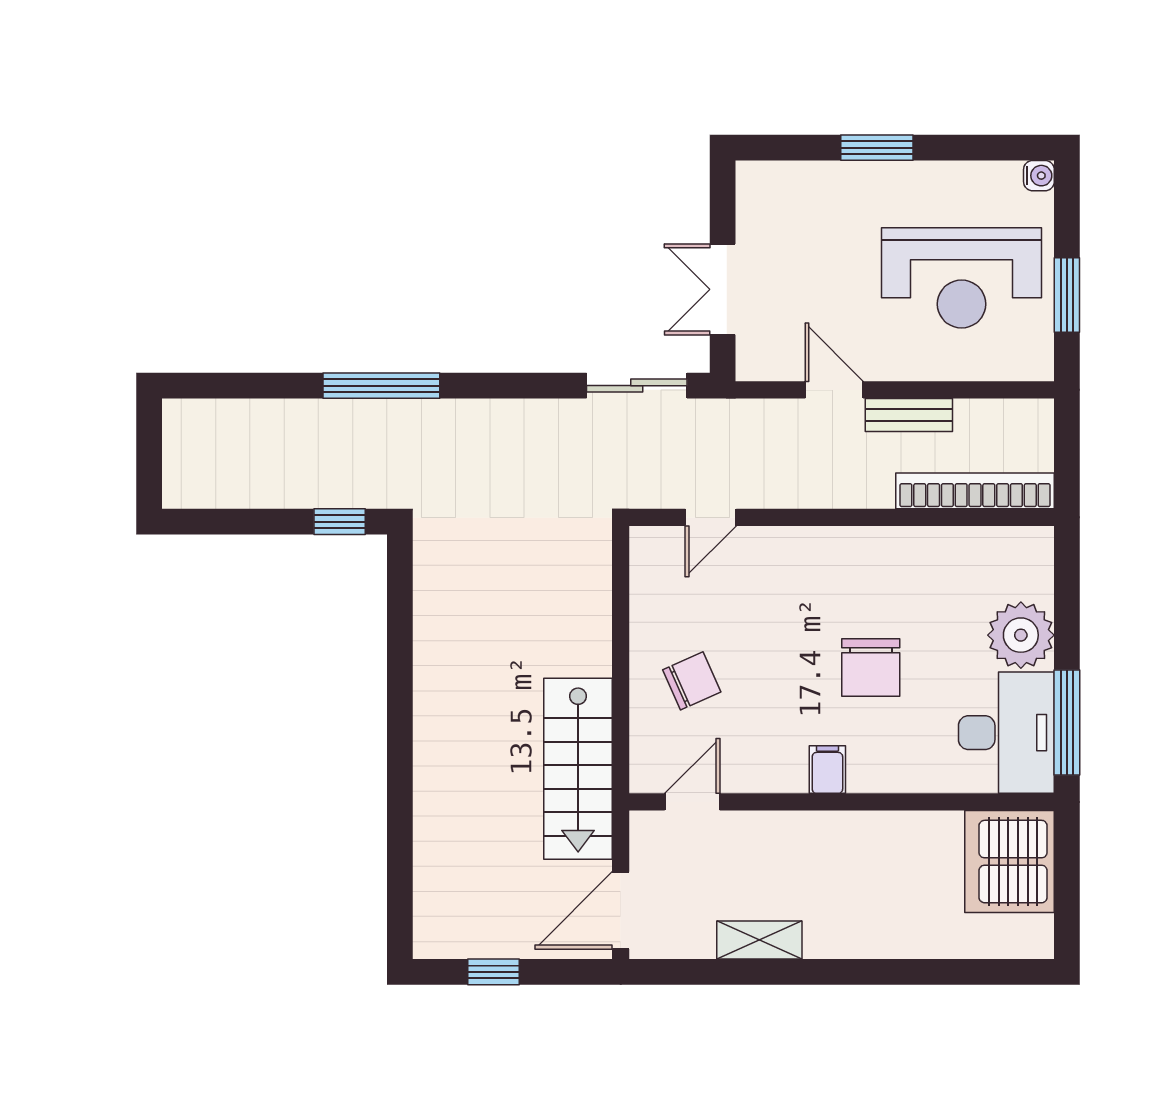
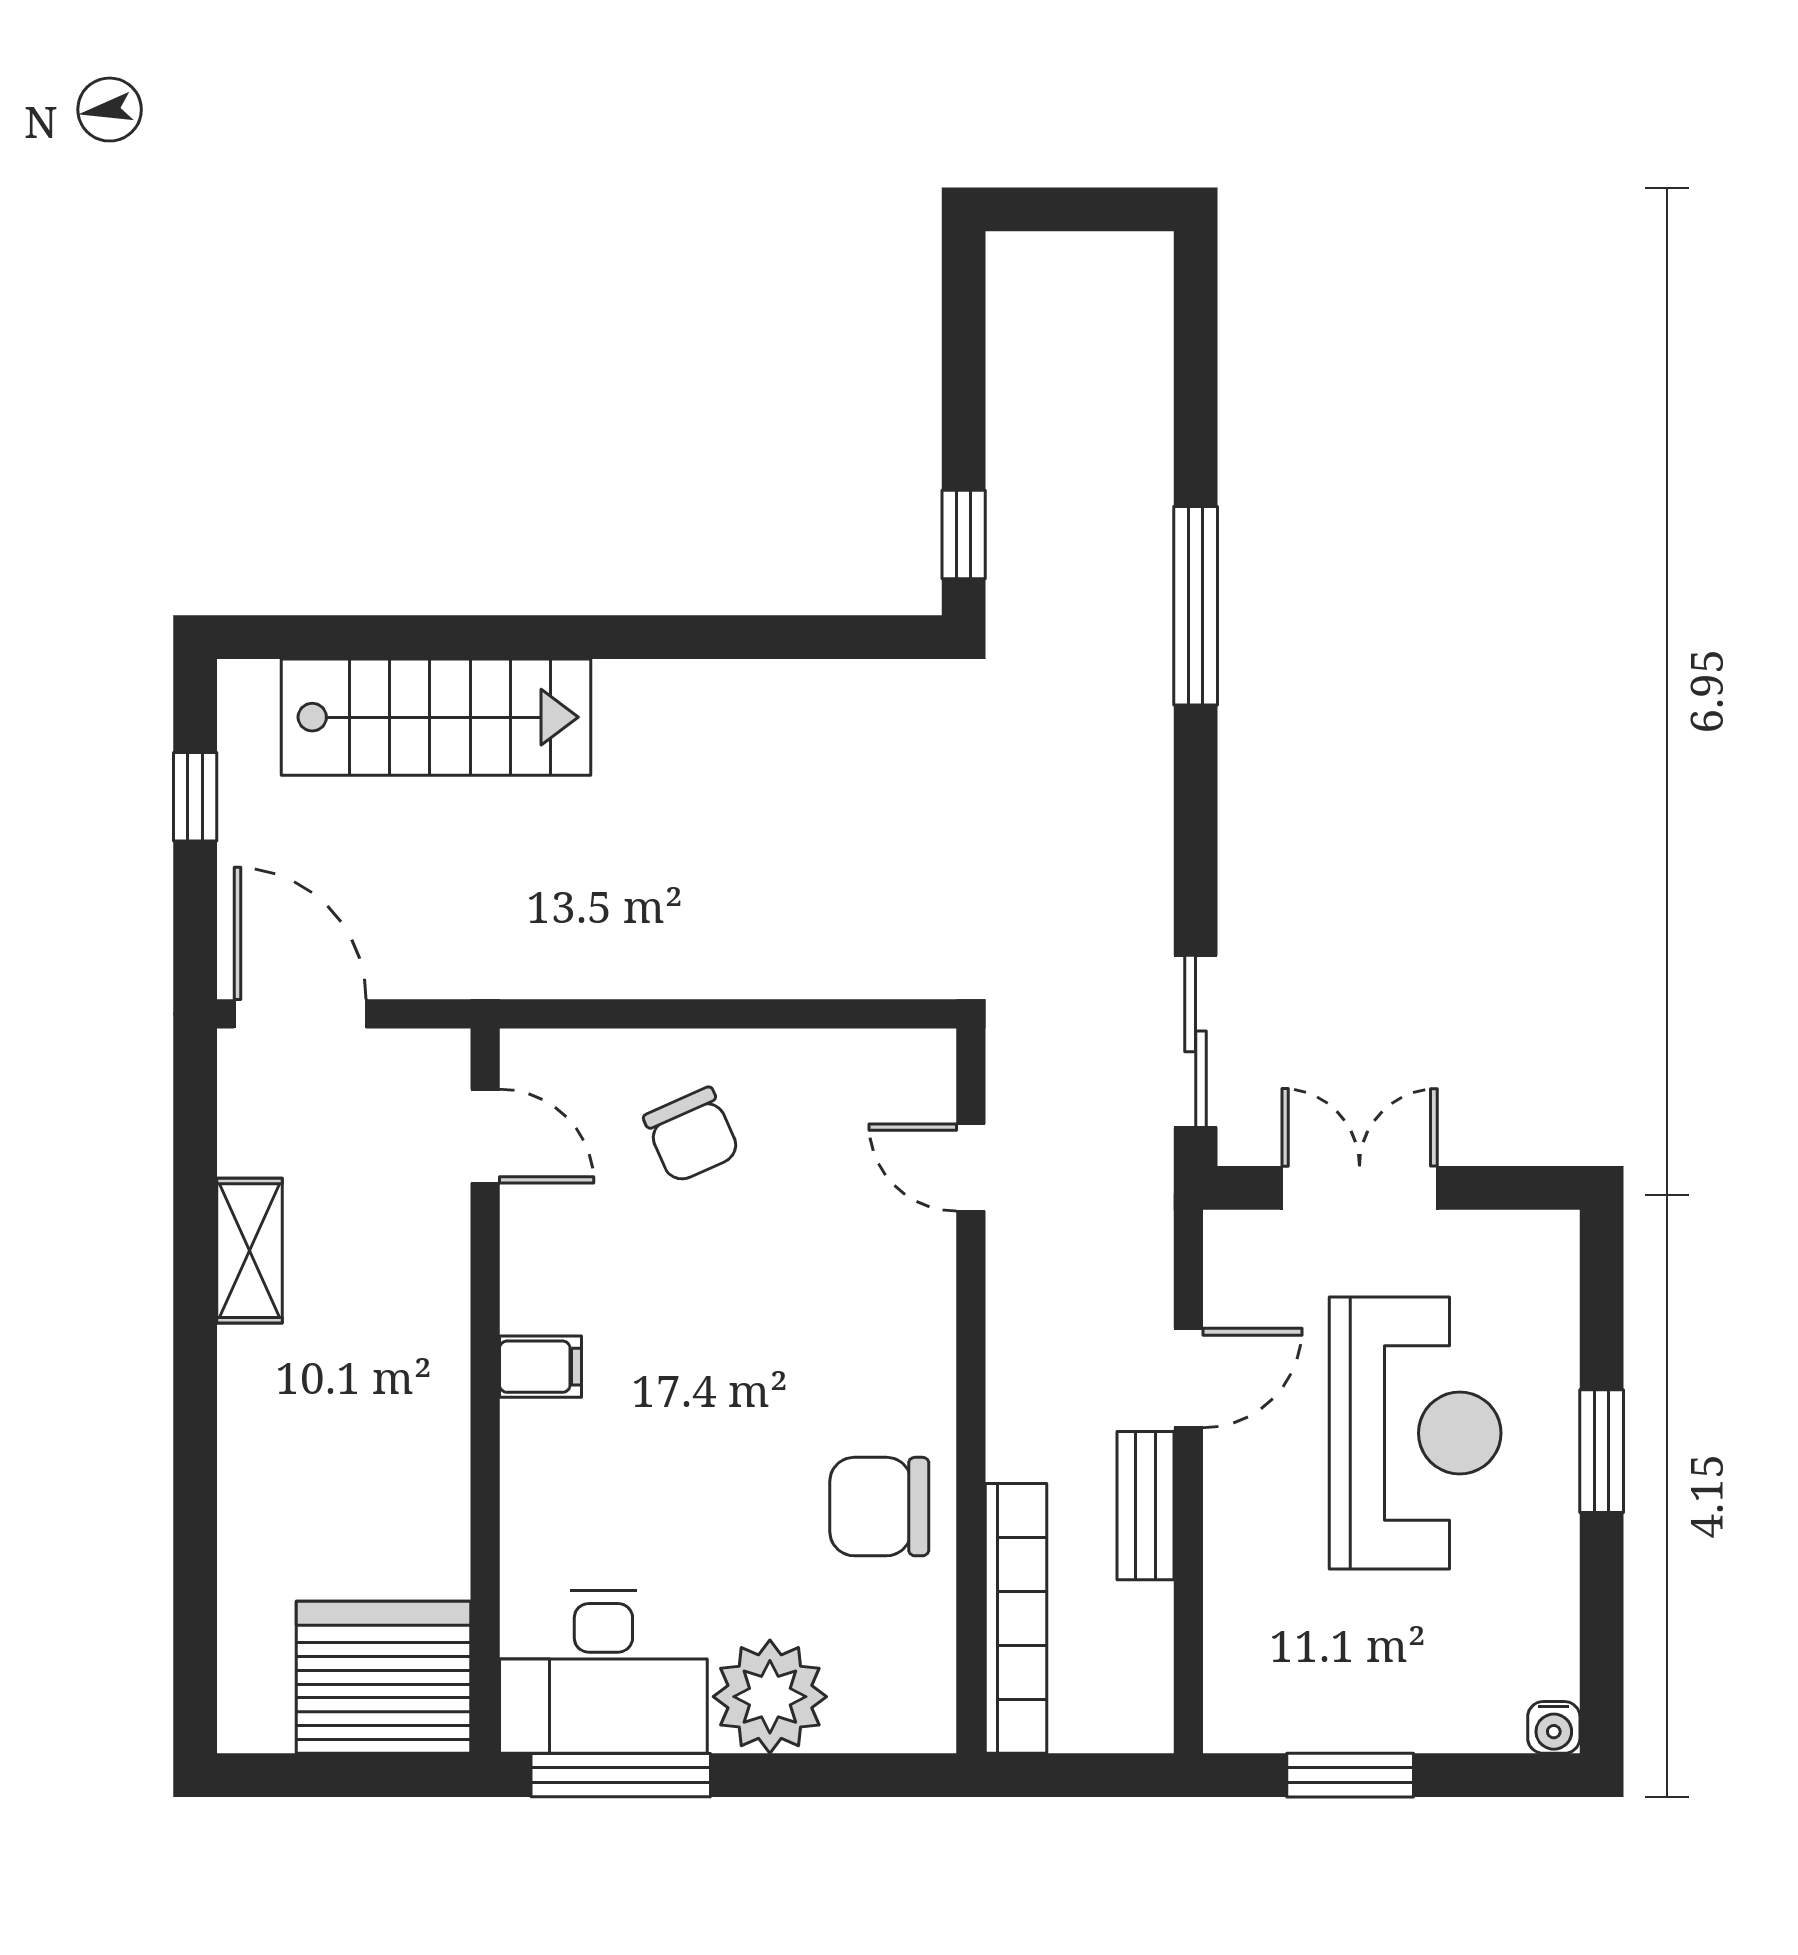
reception desk: (962, 278) -> (1415, 1433), moved, turned 180
chair: (871, 668) -> (879, 1507), moved
stairs: (578, 769) -> (436, 717), moved, turned 180

